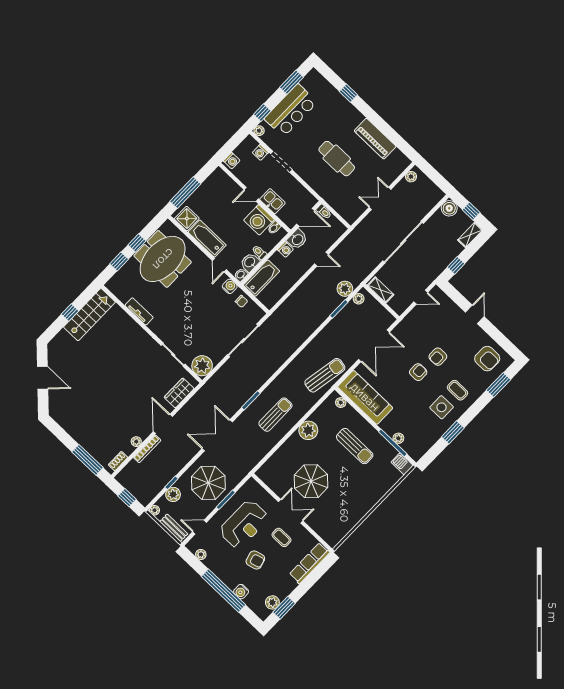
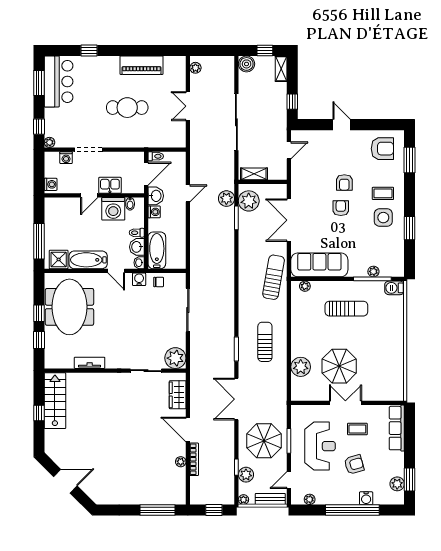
bar counter: (291, 110) -> (59, 81), moved
plant: (359, 299) -> (249, 201), width x1.88, depth x1.88
double door: (374, 346) -> (289, 220), swing flipped
plant: (308, 430) -> (301, 367), moved
shoe rack: (118, 461) -> (181, 489), removed

